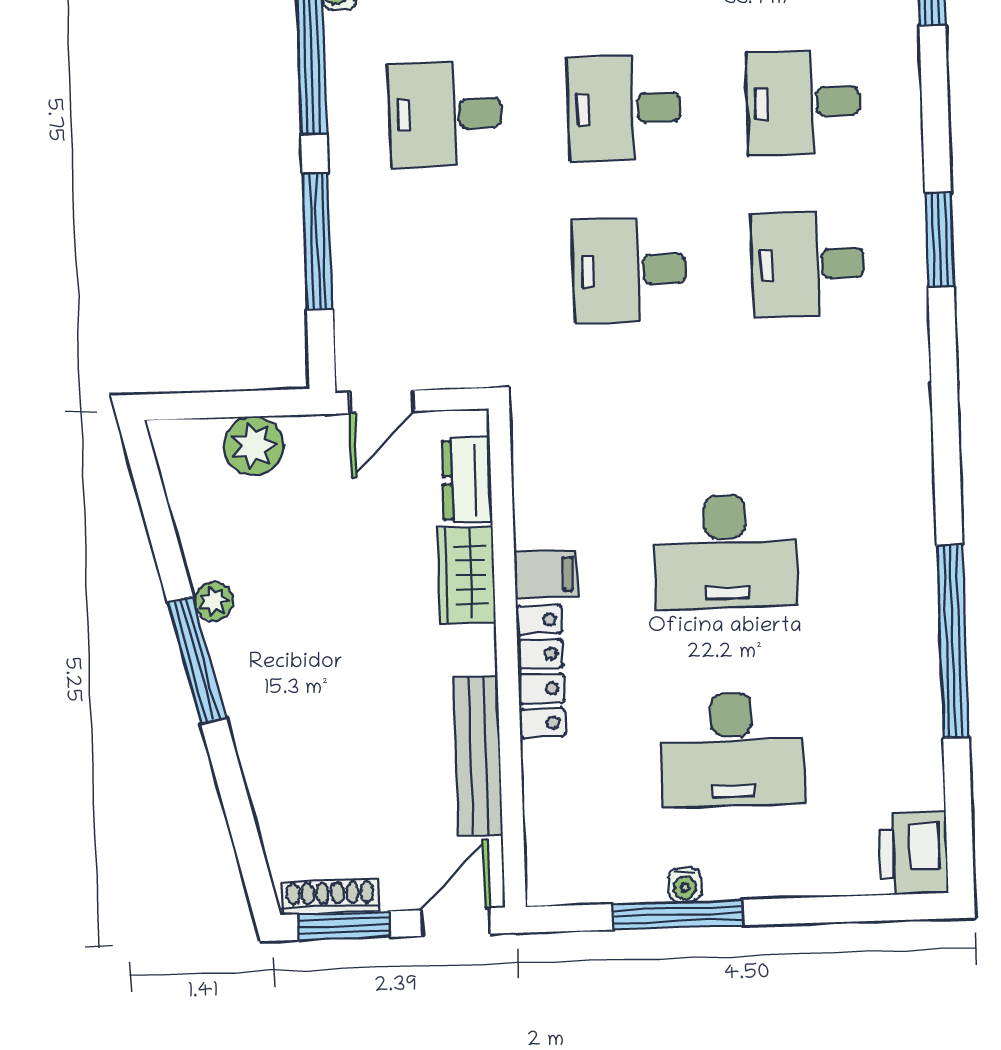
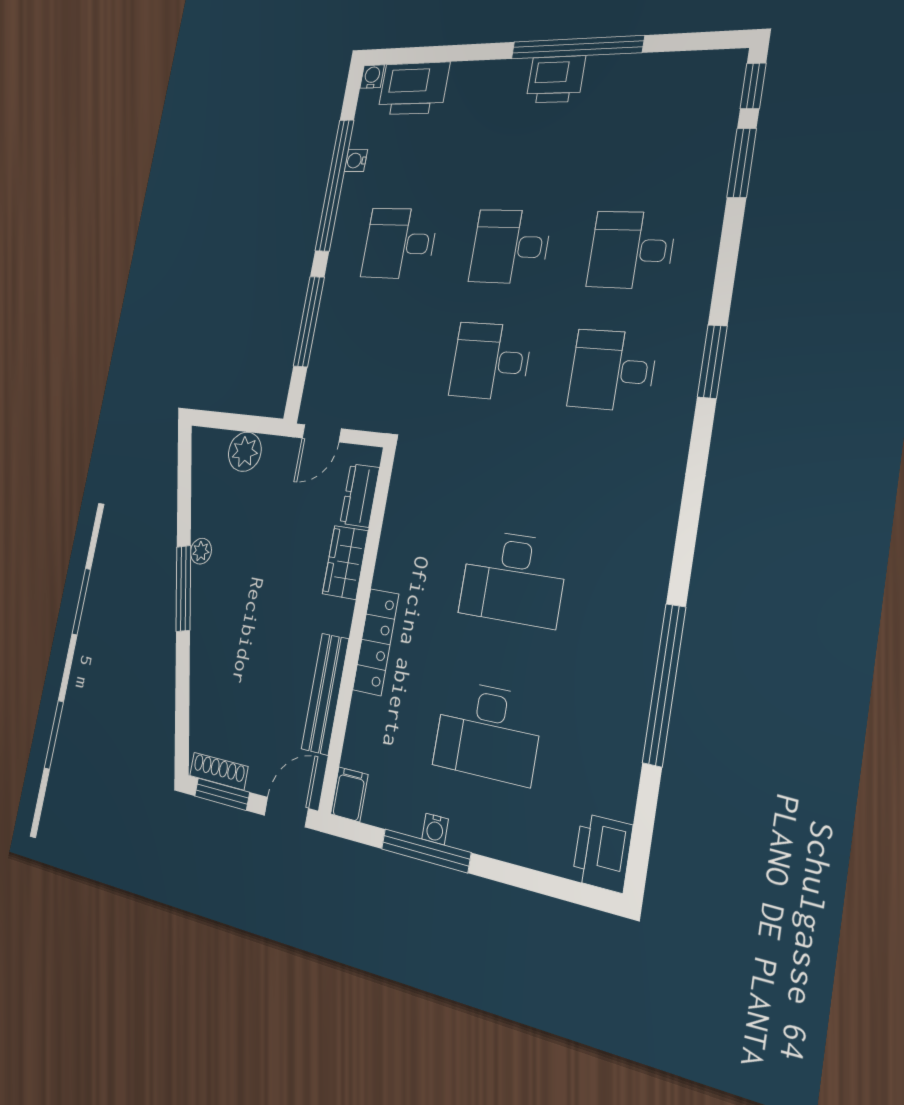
filing cabinet: (546, 575) -> (349, 794), moved, turned -90

